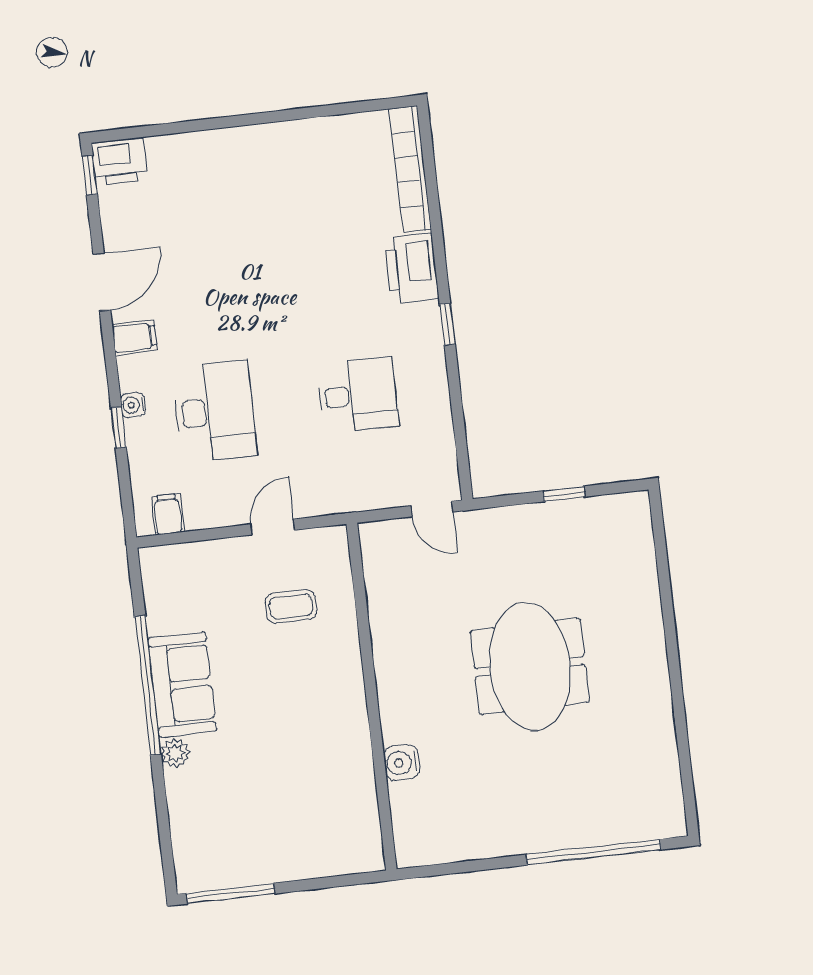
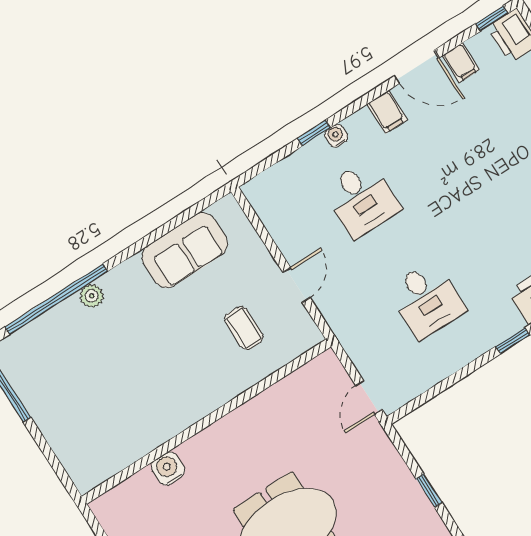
desk: (214, 411) -> (361, 199), width x0.73
filing cabinet: (168, 514) -> (461, 63), moved, turned 90
door: (273, 527) -> (296, 285), hinge flipped
sofa: (182, 684) -> (185, 250), moved
window: (148, 685) -> (56, 299), moved

